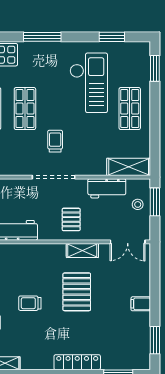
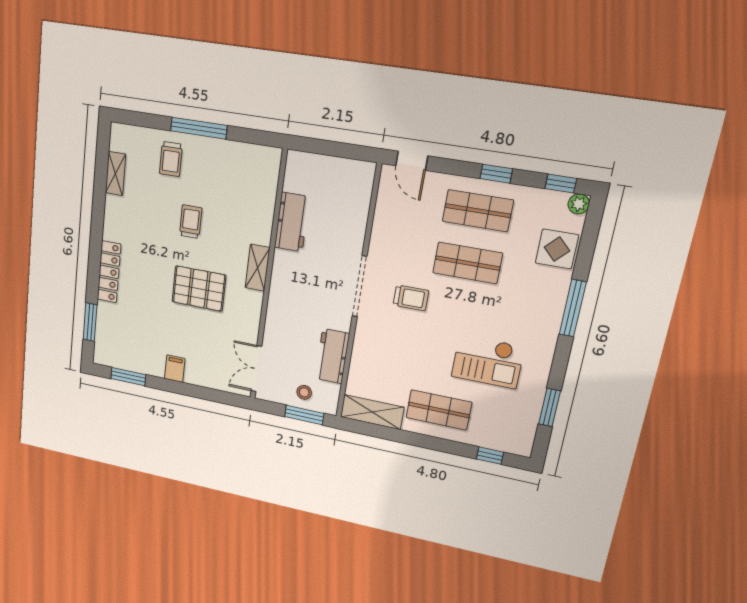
window: (155, 68) -> (490, 456), width x0.67
checkout: (89, 83) -> (488, 362), width x0.73, depth x0.83
shelving: (129, 167) -> (372, 412), moved, turned 90
pallet: (71, 219) -> (297, 299), removed
shelving: (82, 250) -> (258, 268), moved

